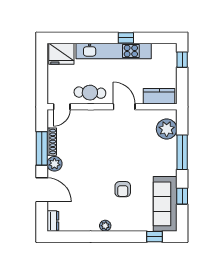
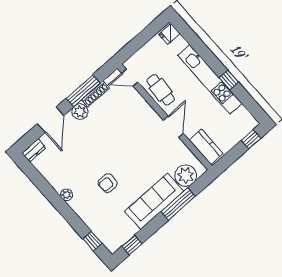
fridge: (61, 54) -> (169, 34), width x0.53, depth x0.75
window: (182, 196) -> (132, 245), moved
sofa: (165, 204) -> (154, 201), moved

